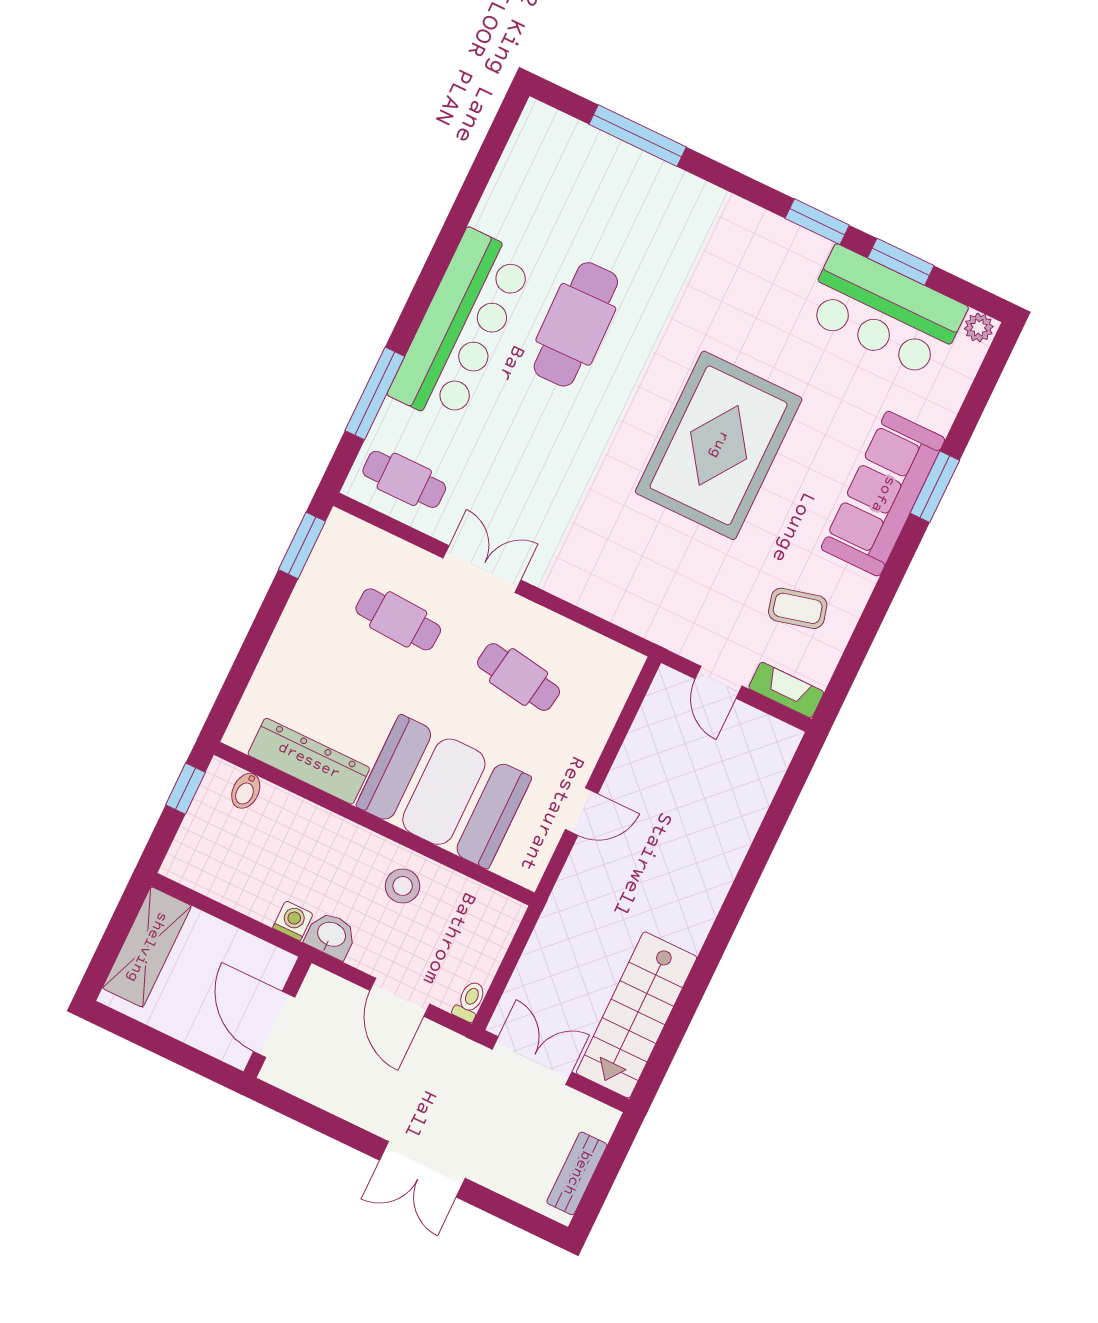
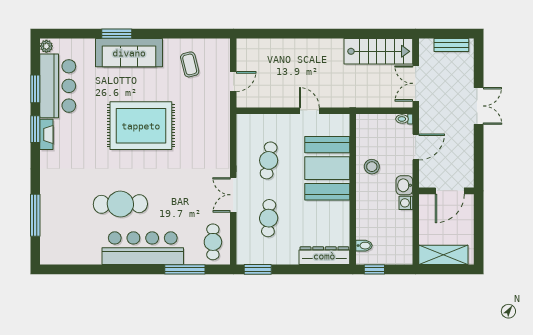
fireplace: (786, 690) -> (46, 134), moved, turned 180
dresser: (309, 761) -> (324, 256), moved, turned 90

